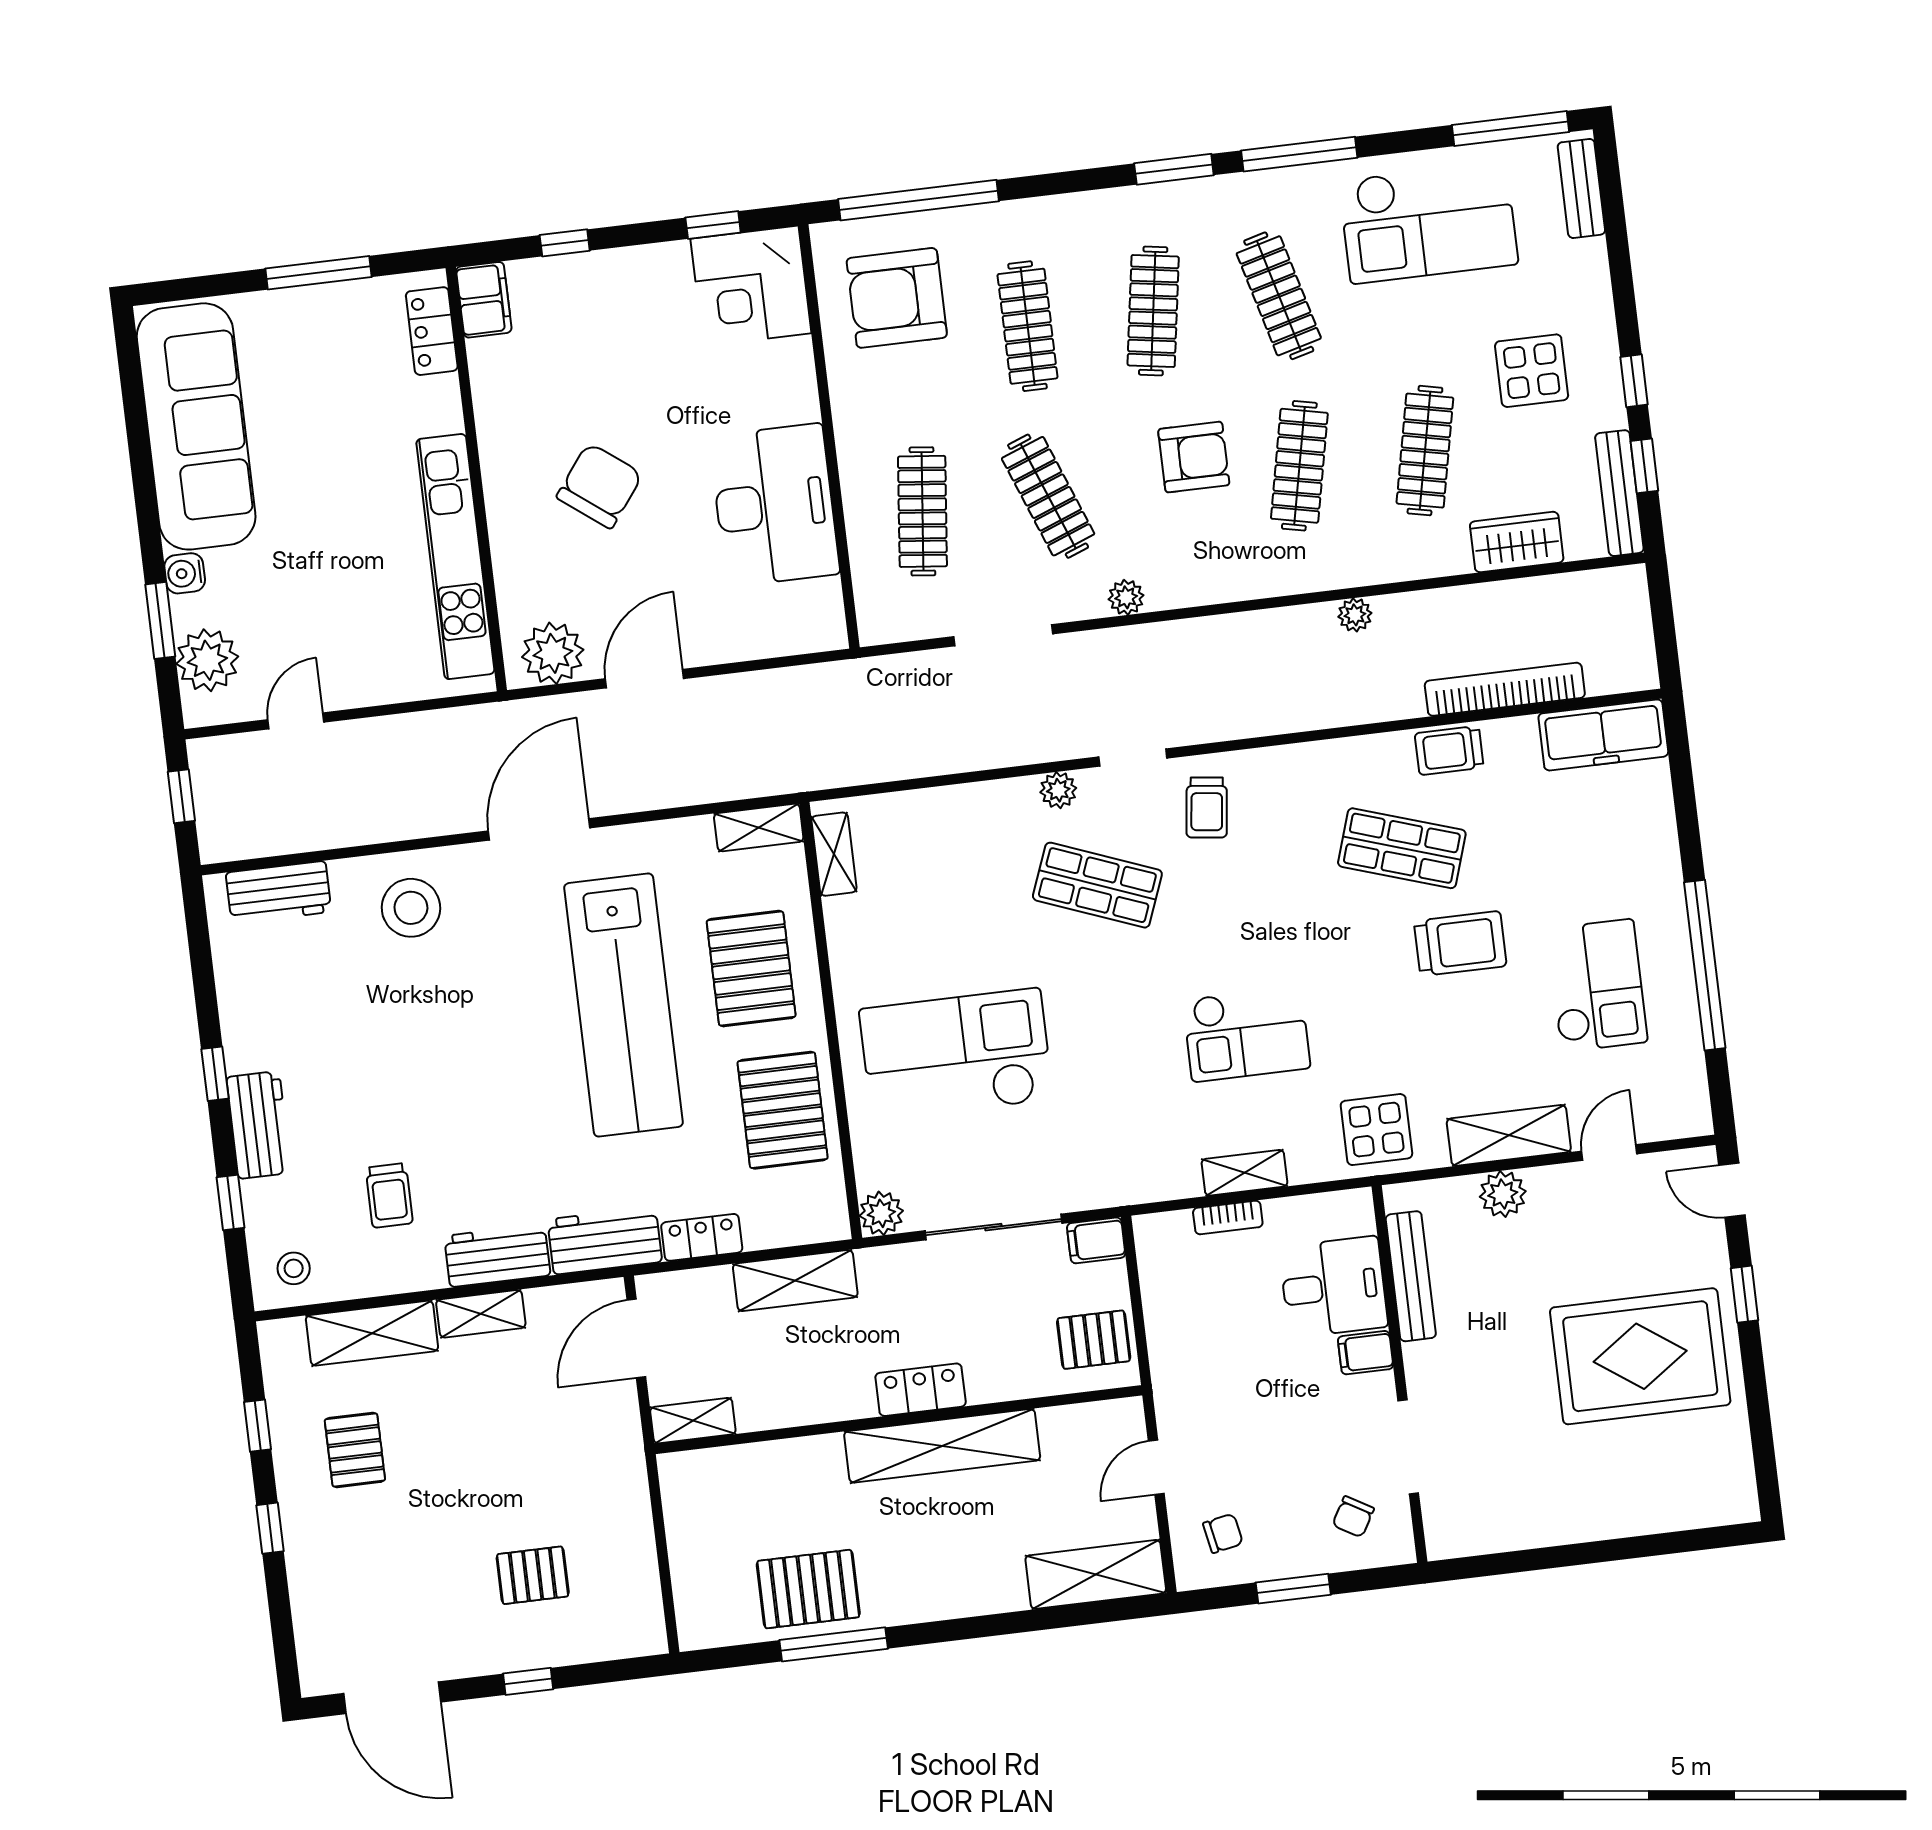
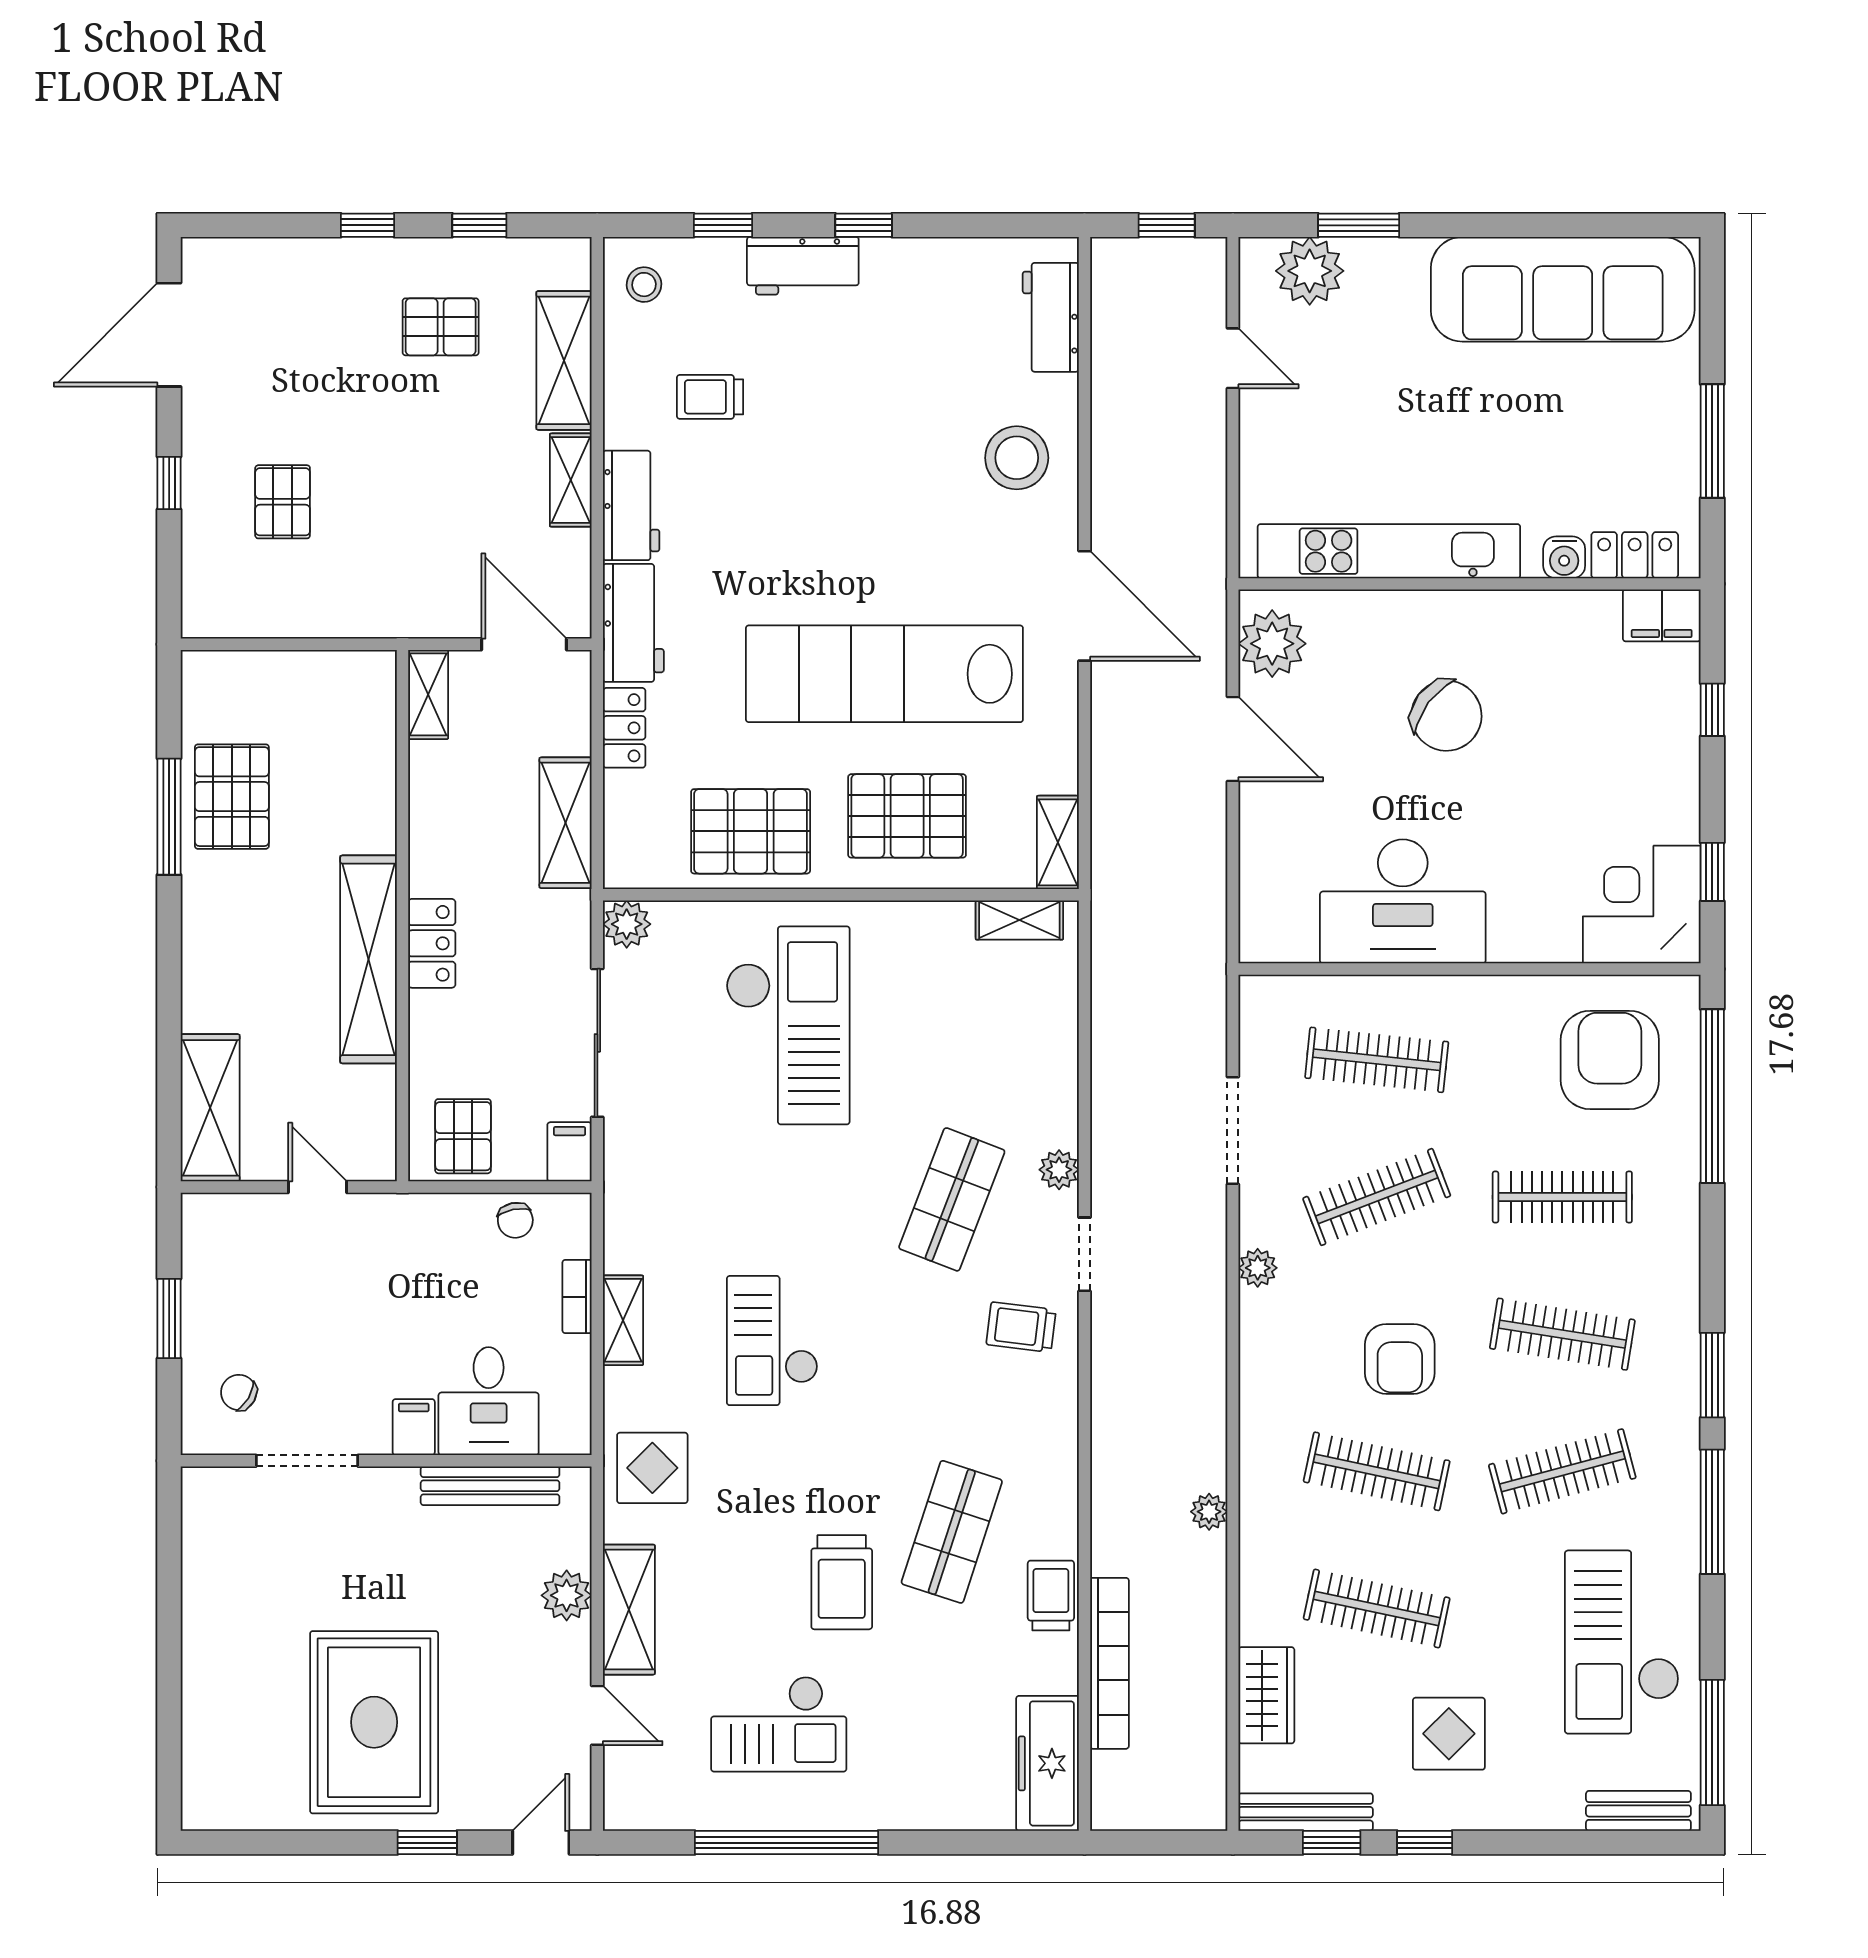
water cooler: (185, 573) -> (1564, 557), moved, turned 180
chair: (1223, 1533) -> (515, 1220), moved

